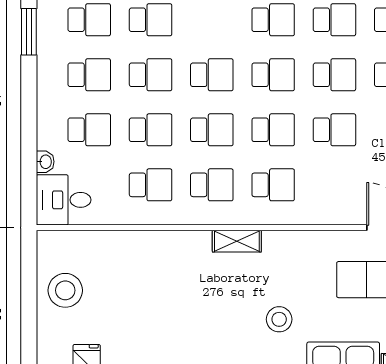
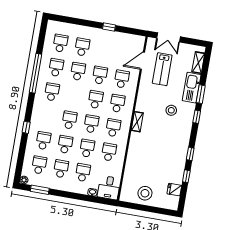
school desk: (273, 75) -> (122, 79), moved

